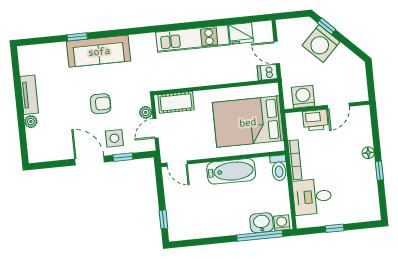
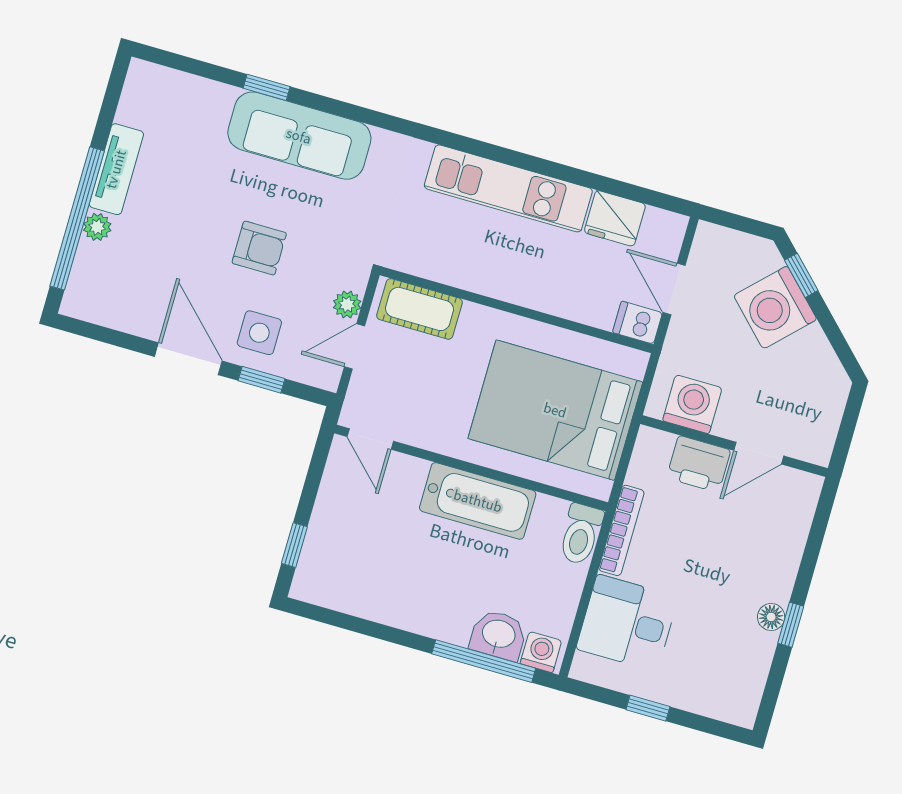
window: (21, 121) -> (77, 218), added
floor lamp: (368, 153) -> (771, 617), moved

